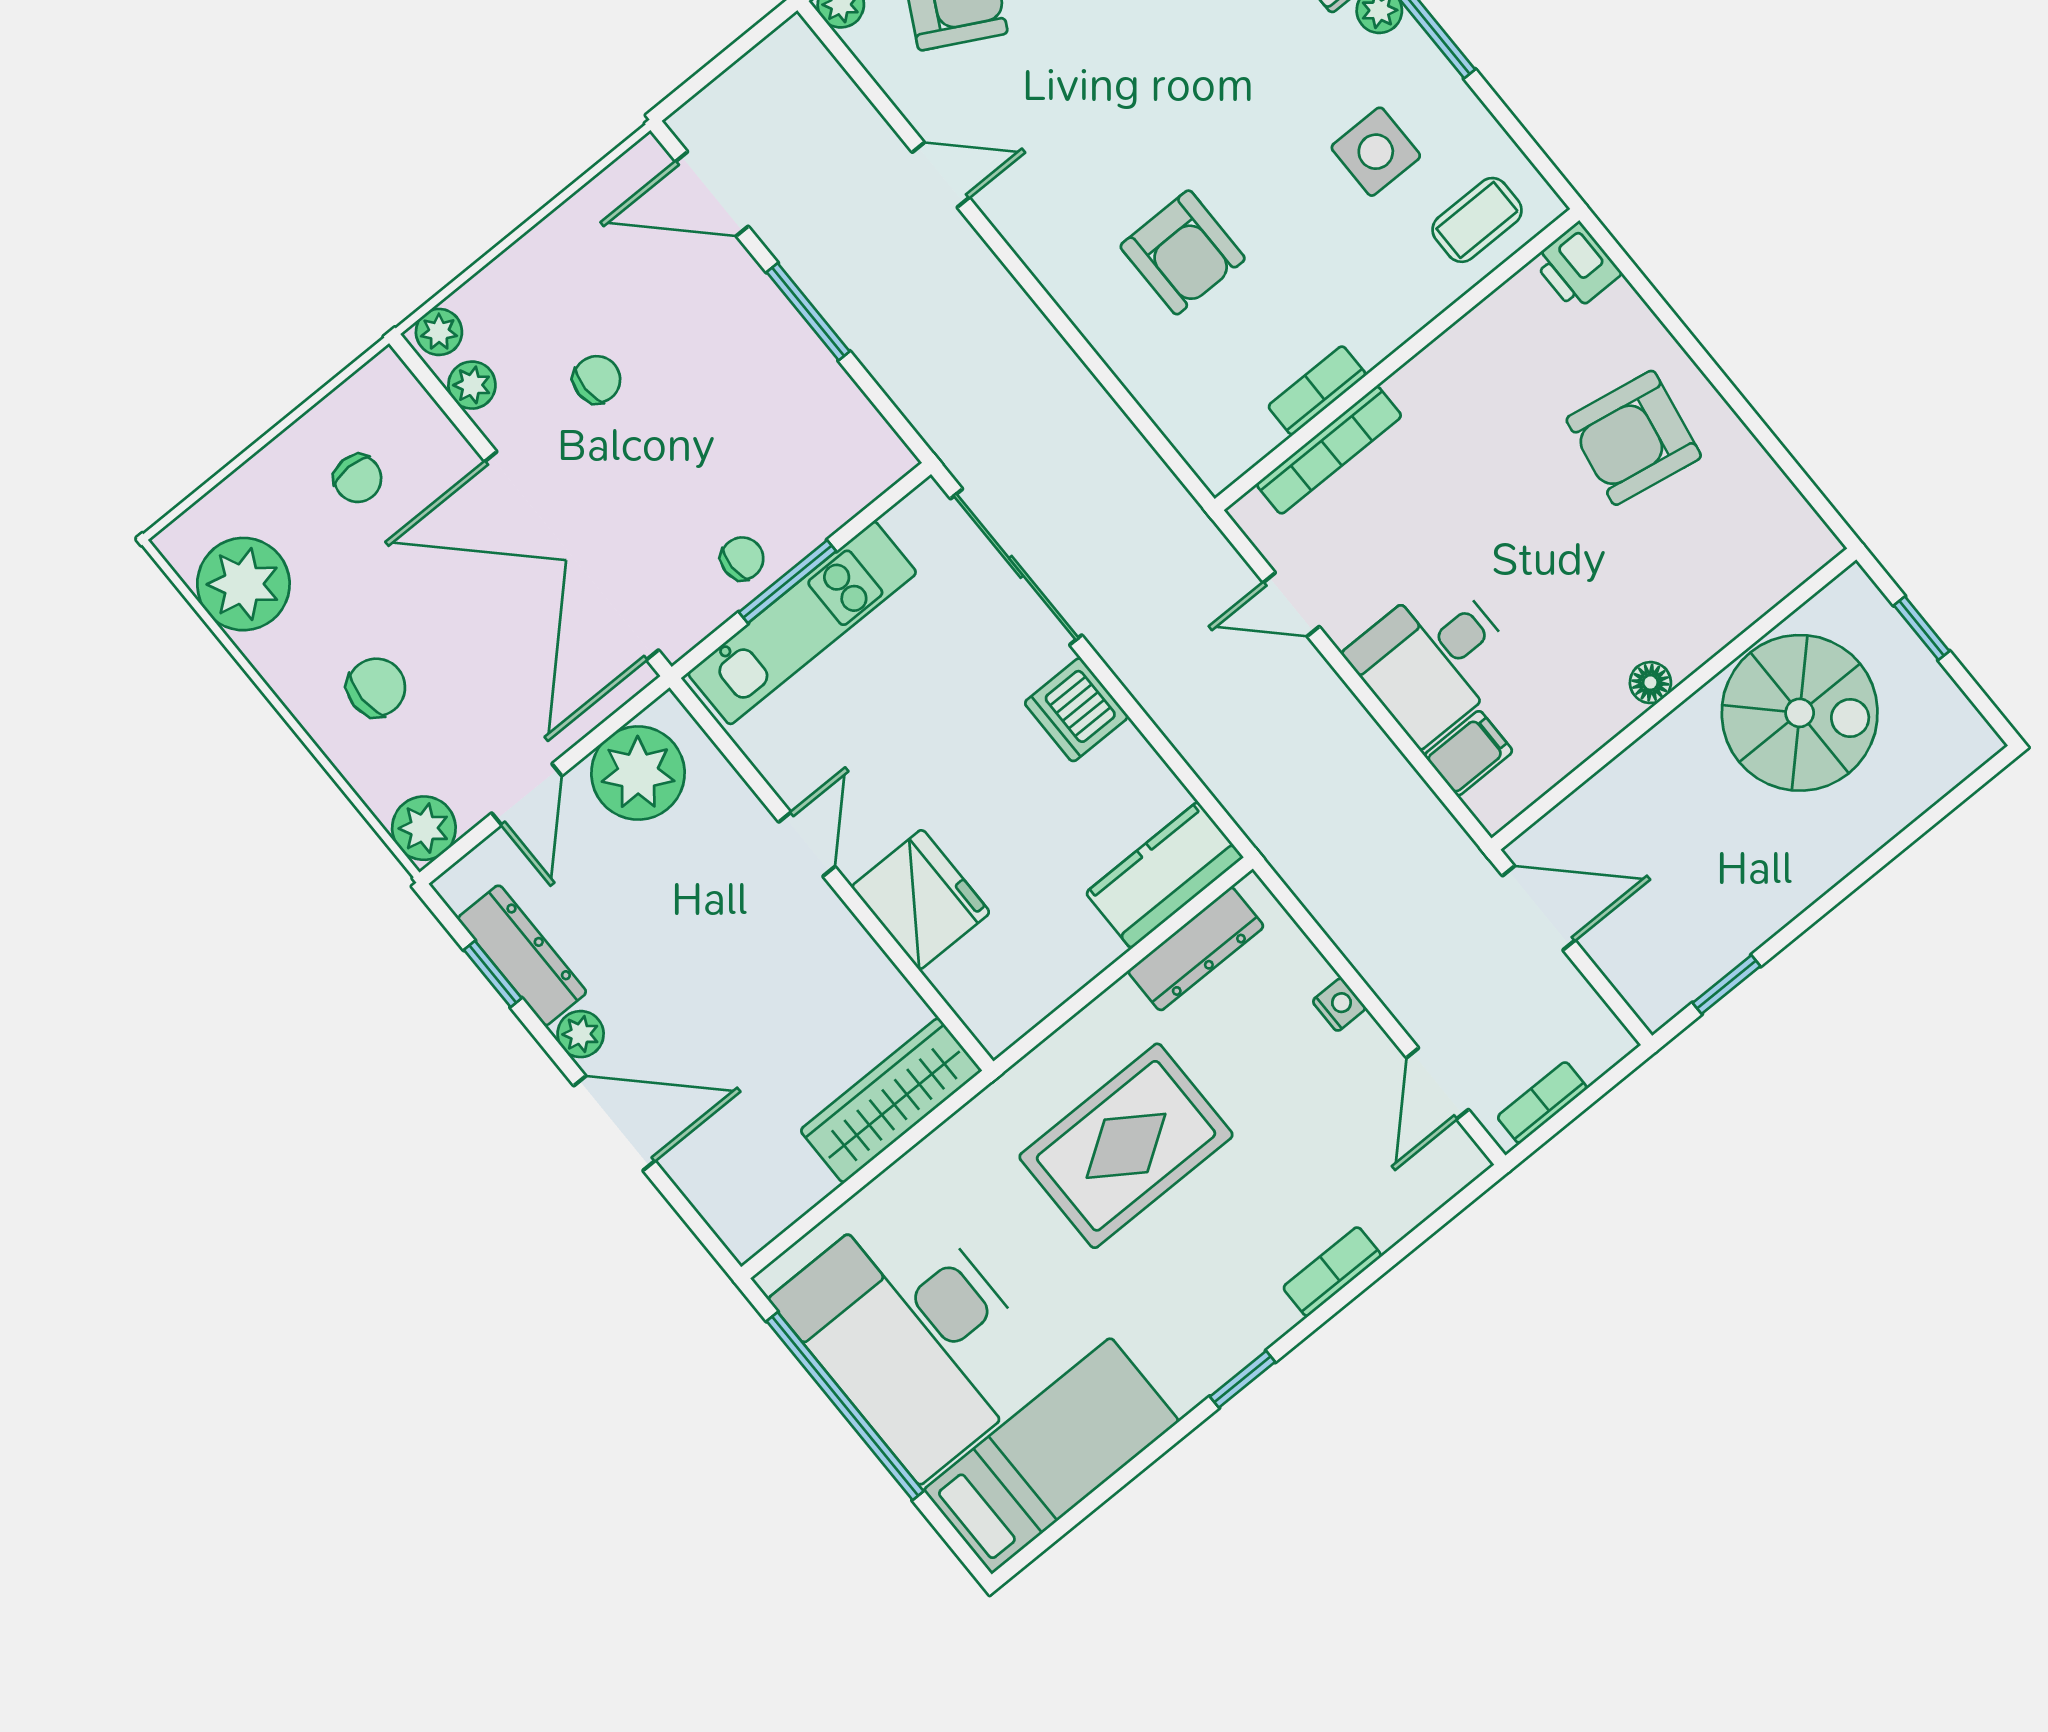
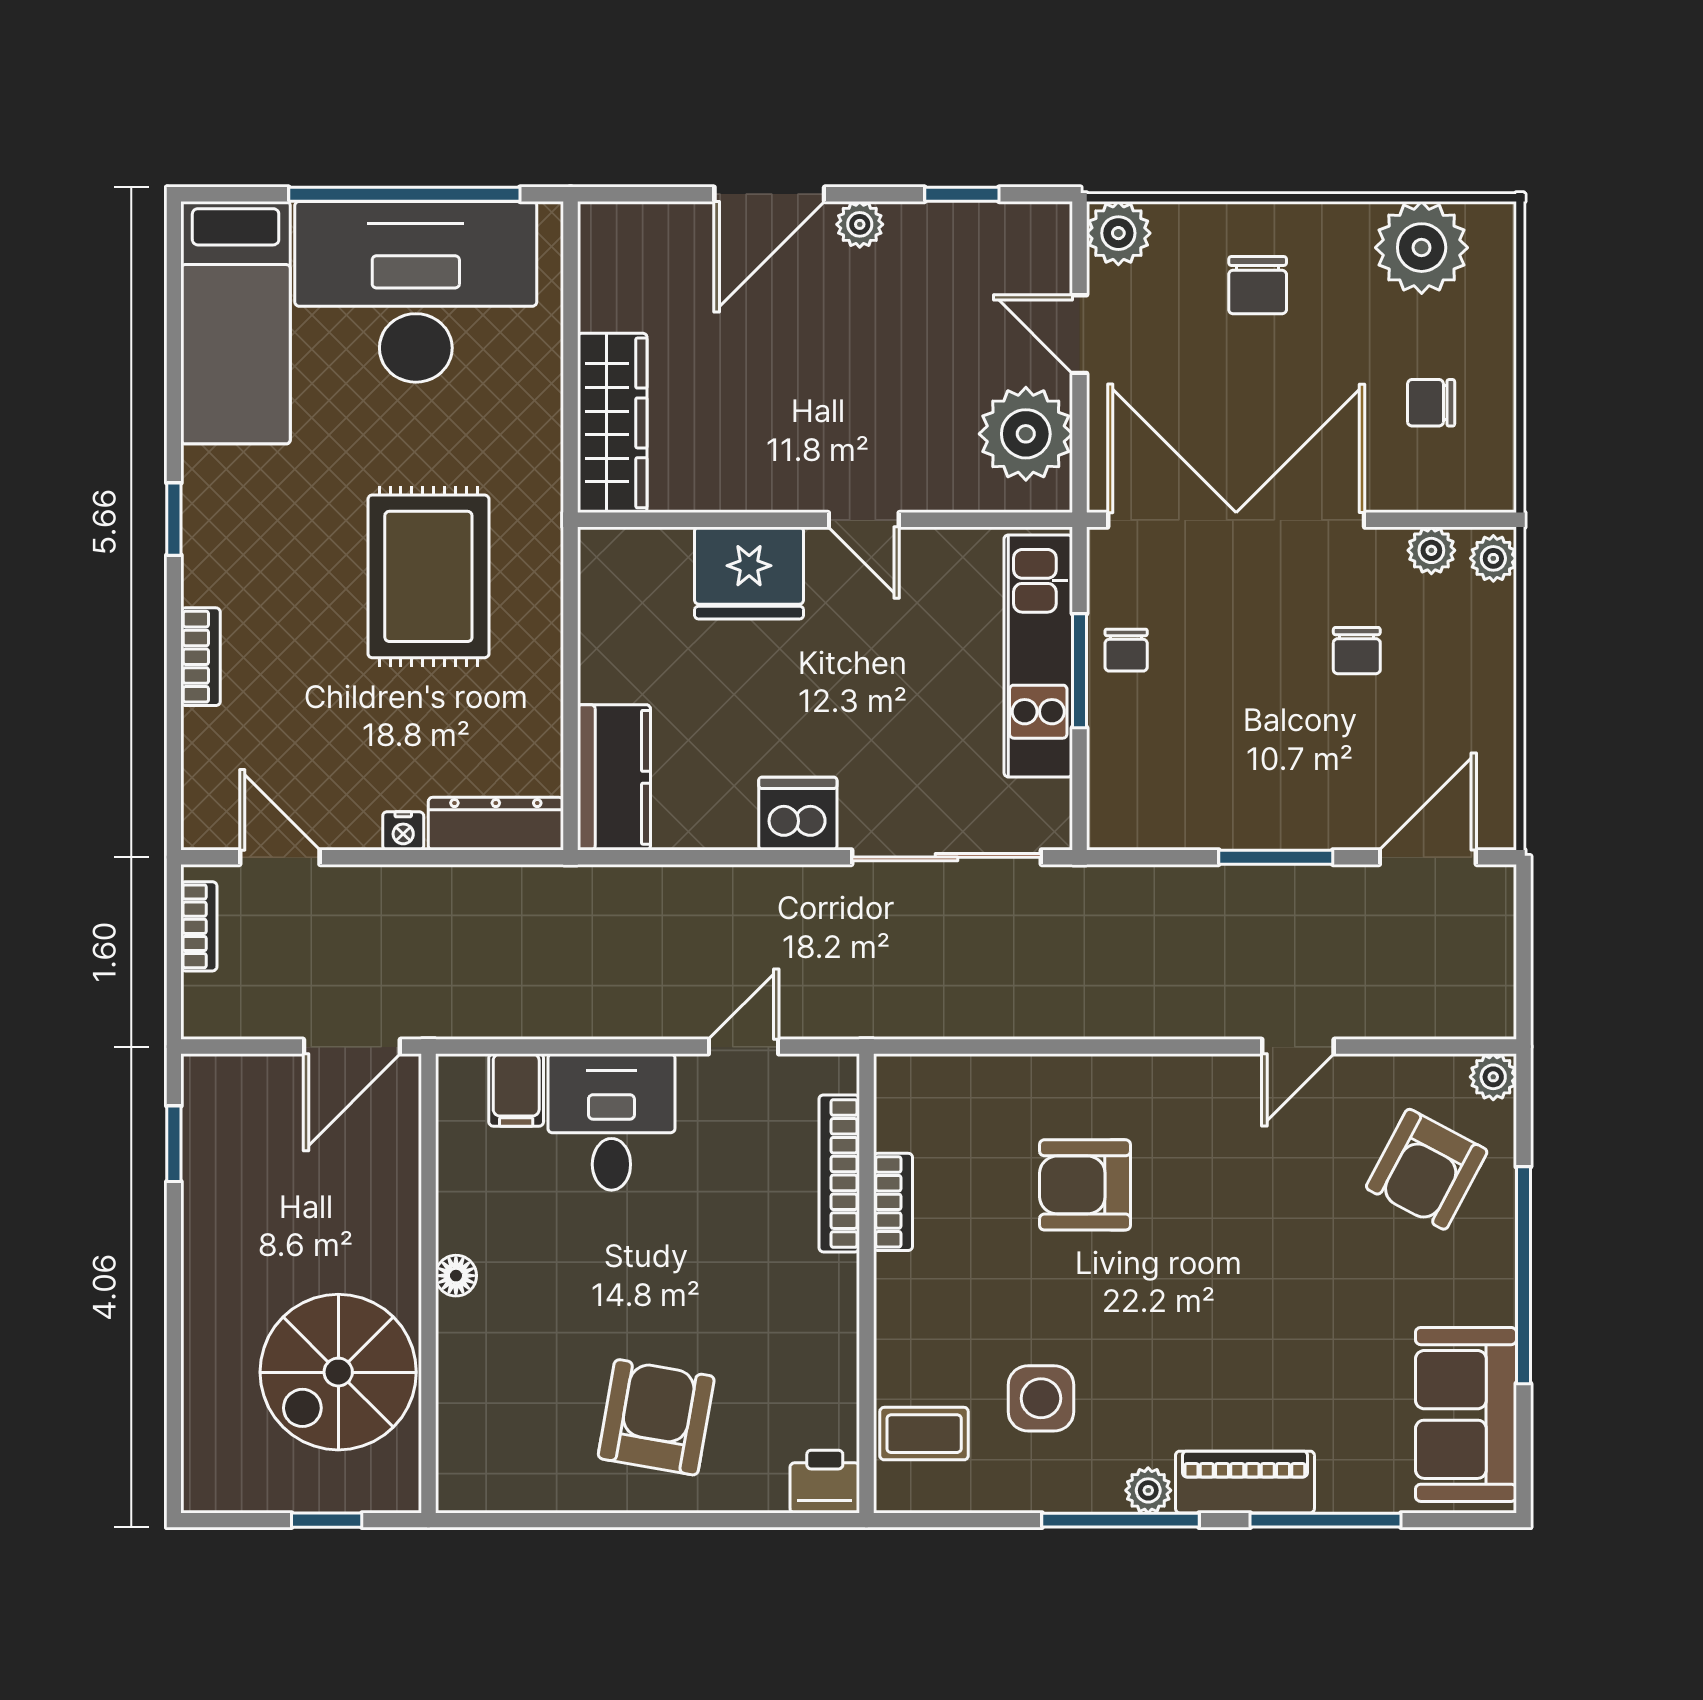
coffee table: (1477, 220) -> (924, 1434), turned 90
dresser: (1196, 949) -> (496, 824), moved, turned 90
dresser: (522, 955) -> (958, 229), removed

